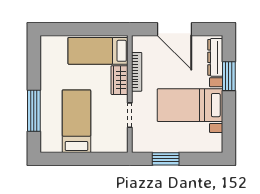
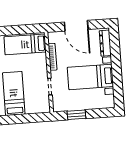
window: (229, 76) -> (116, 55), removed
wardrobe: (120, 80) -> (41, 63), removed

